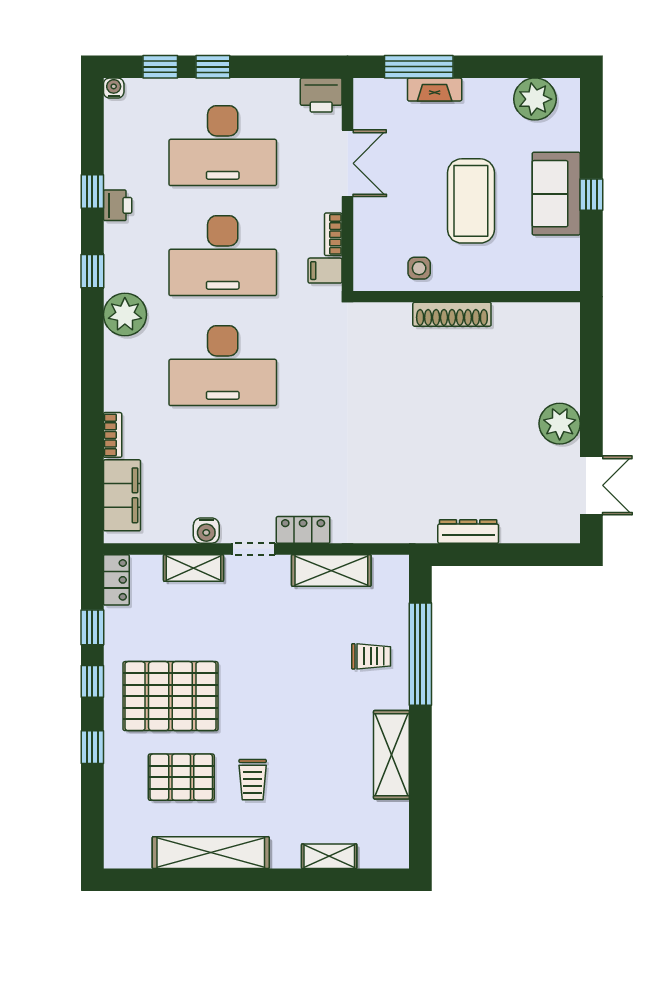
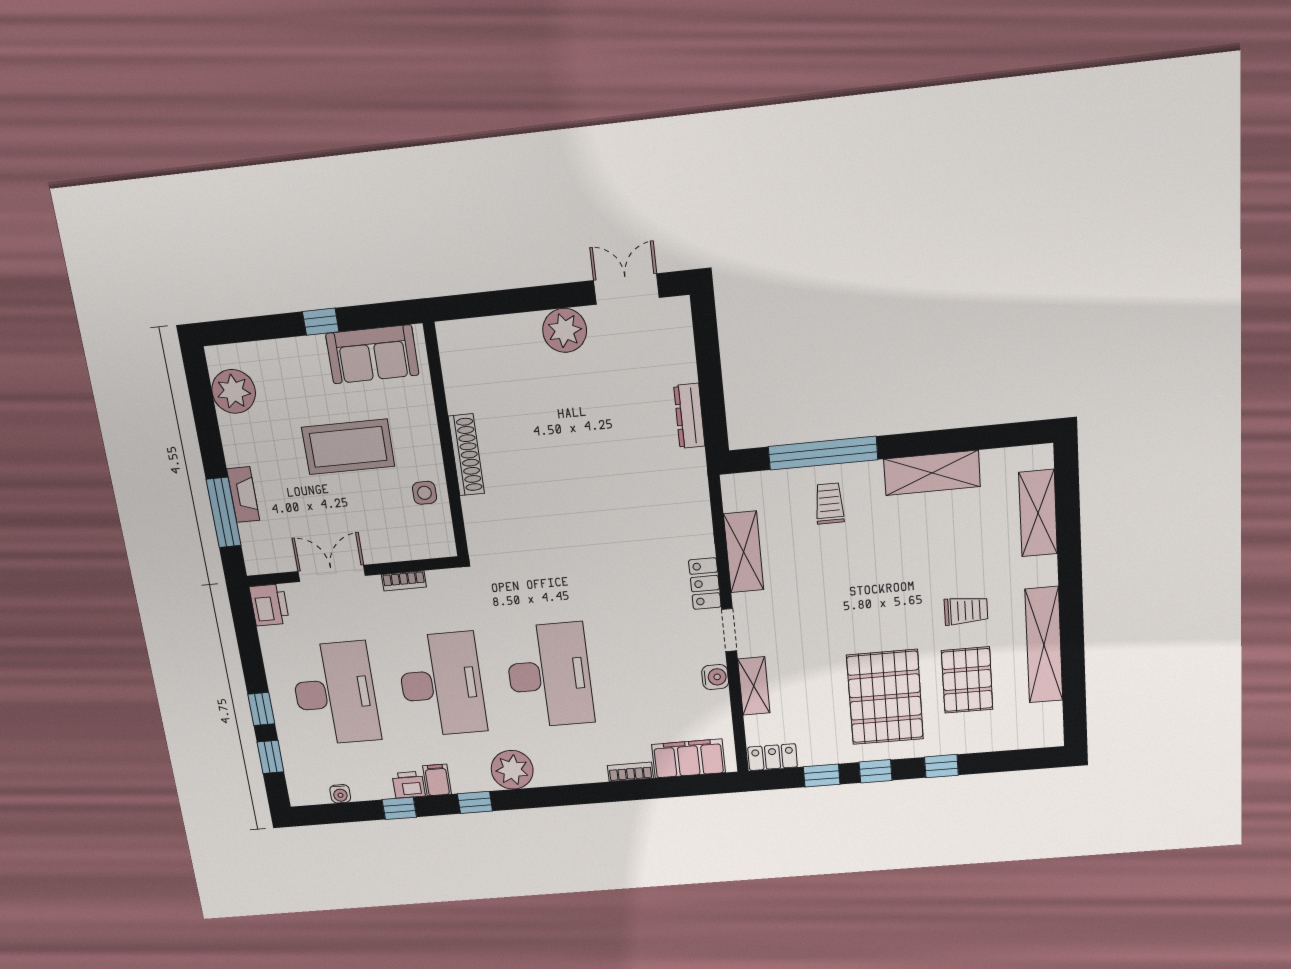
water cooler: (114, 88) -> (340, 794), moved, turned -90
sofa: (556, 194) -> (372, 354), moved
filing cabinet: (325, 271) -> (437, 780), moved, turned 180
shelving: (329, 856) -> (1038, 513), width x1.50, depth x1.33

